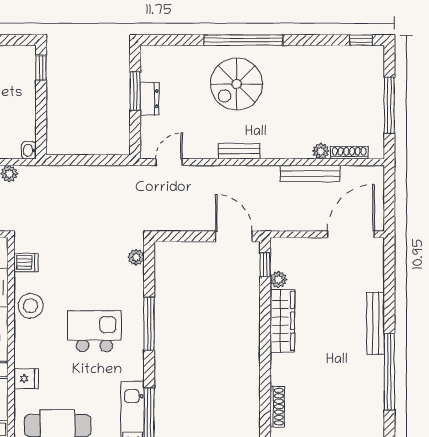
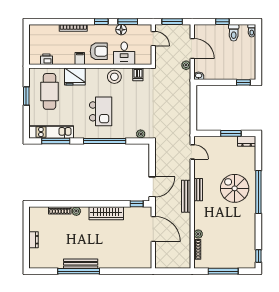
dresser: (149, 99) -> (247, 141), moved
bench: (310, 174) -> (186, 196), moved
door: (351, 234) -> (153, 229), moved
plant: (279, 279) -> (76, 211), moved
bench: (376, 323) -> (81, 264), moved
window: (149, 324) -> (105, 141), width x1.46
fridge: (26, 379) -> (75, 77), width x1.88, depth x1.34

